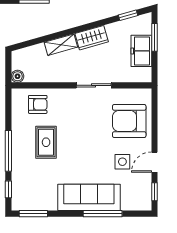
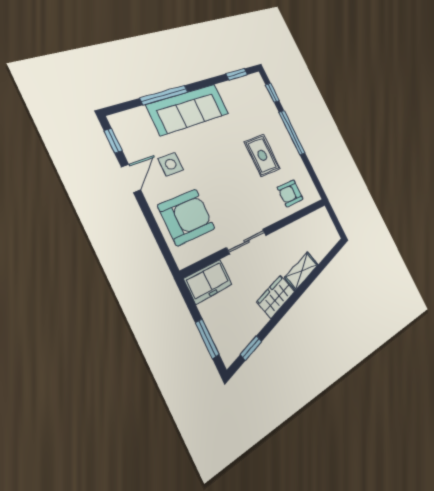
freezer: (141, 51) -> (208, 282), moved, turned 90
boiler: (18, 76) -> (323, 215), removed
window: (33, 214) -> (237, 74), width x0.67

